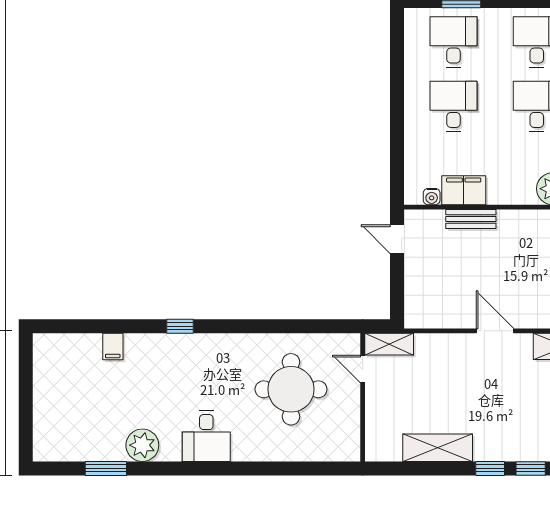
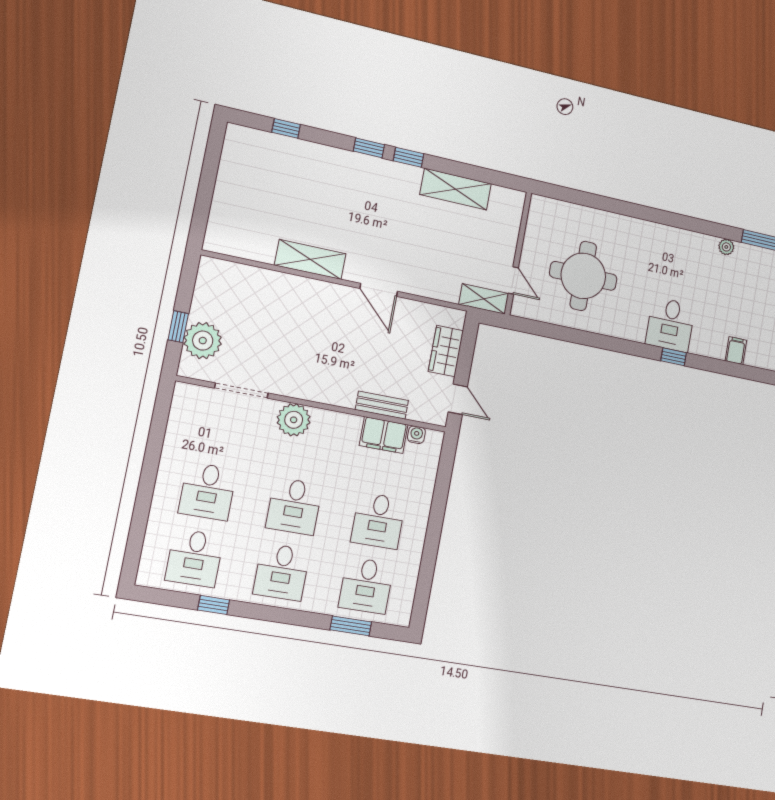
wardrobe: (418, 284) -> (446, 351), added
desk: (206, 436) -> (670, 325), moved, turned 180
plant: (142, 445) -> (726, 247), width x0.53, depth x0.53

